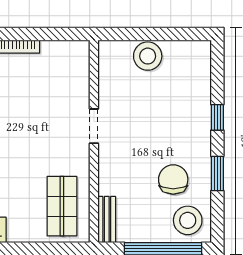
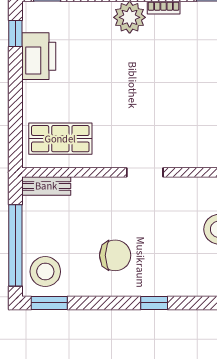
window: (217, 174) -> (49, 303), moved
chair: (173, 179) -> (115, 255), moved

